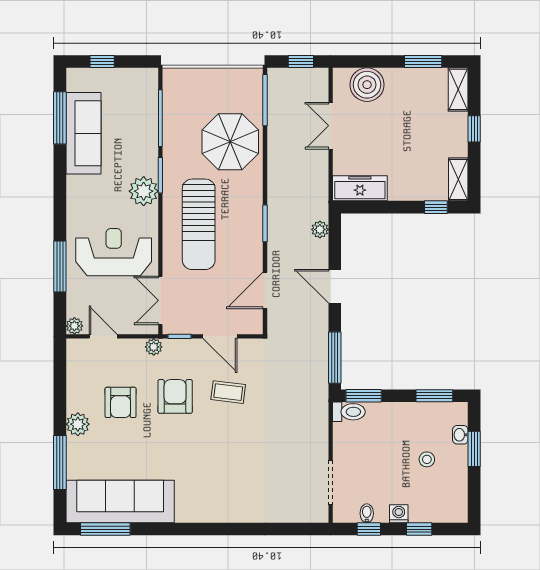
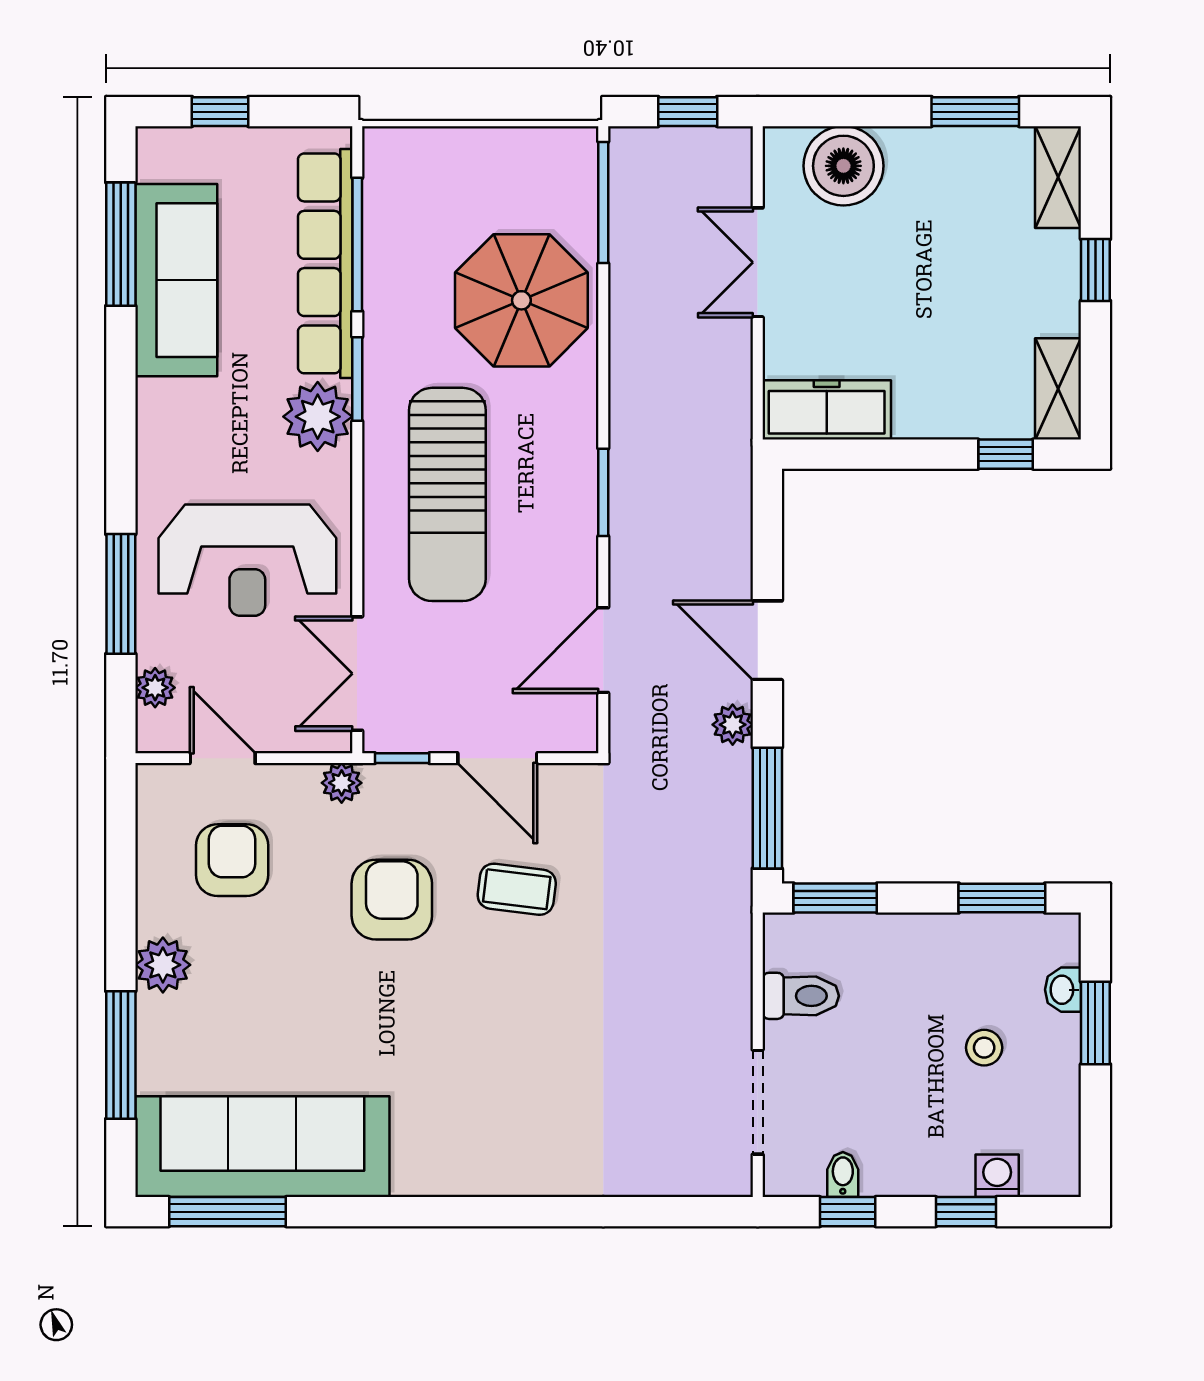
row of seats: (147, 126) -> (325, 263), added
plant: (320, 229) -> (733, 725), moved
reception desk: (114, 252) -> (247, 560), turned 180
plant: (74, 326) -> (155, 688), moved
armchair: (121, 402) -> (232, 860), moved, turned 180
toilet: (349, 412) -> (801, 996), moved
washing machine: (399, 514) -> (997, 1176), moved

